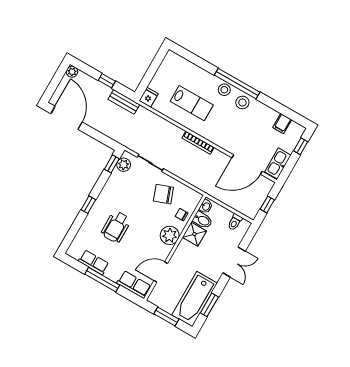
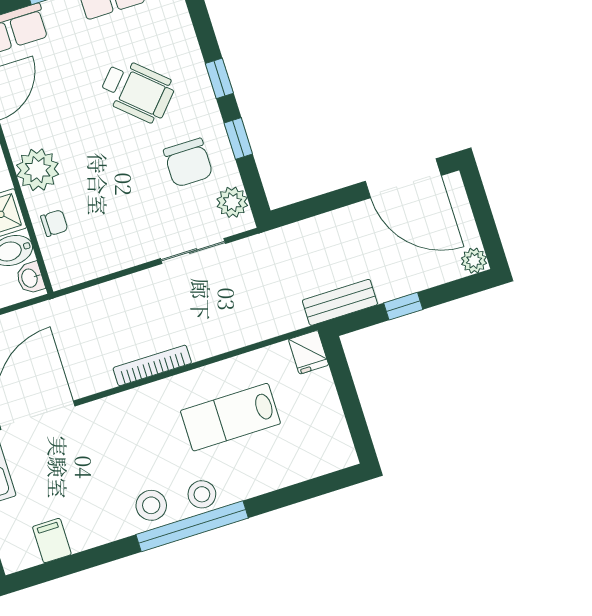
window: (112, 164) -> (238, 139), moved
chair: (163, 194) -> (188, 163), moved, turned 110
wheelchair: (116, 227) -> (137, 91), turned 132

